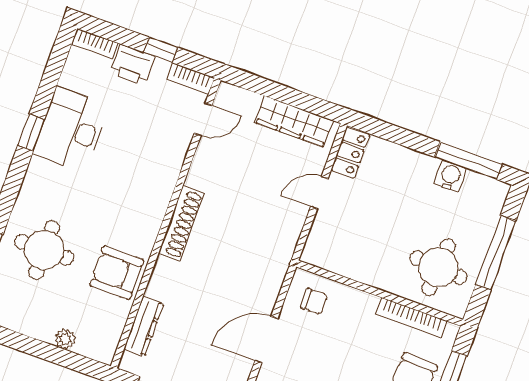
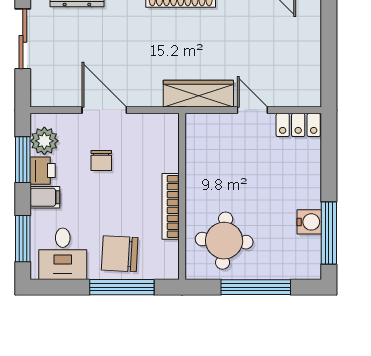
wardrobe: (294, 121) -> (198, 94), moved, turned 90
chair: (314, 301) -> (101, 160), moved
bookcase: (411, 317) -> (171, 206), moved

